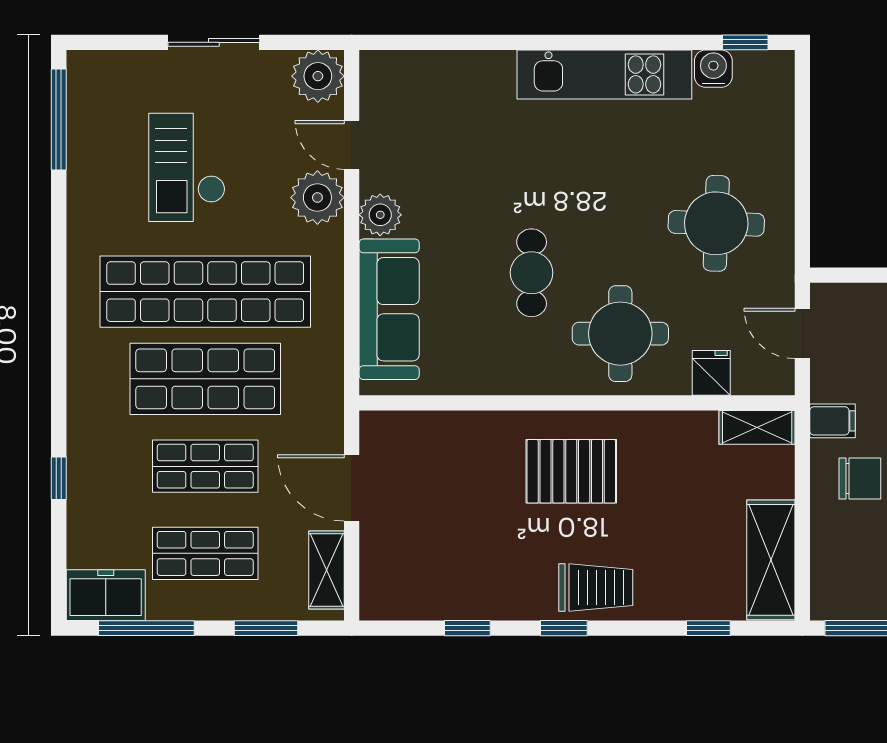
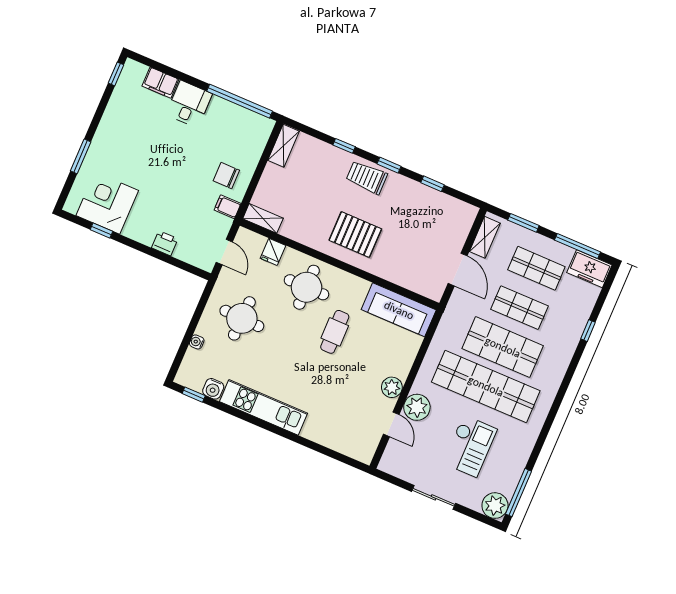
plant: (318, 76) -> (495, 506), moved
water cooler: (782, 143) -> (197, 342), added
sofa: (389, 309) -> (399, 310), moved, turned -90
shelving: (771, 560) -> (283, 146), width x0.67, depth x0.75
window: (708, 628) -> (344, 146), moved

